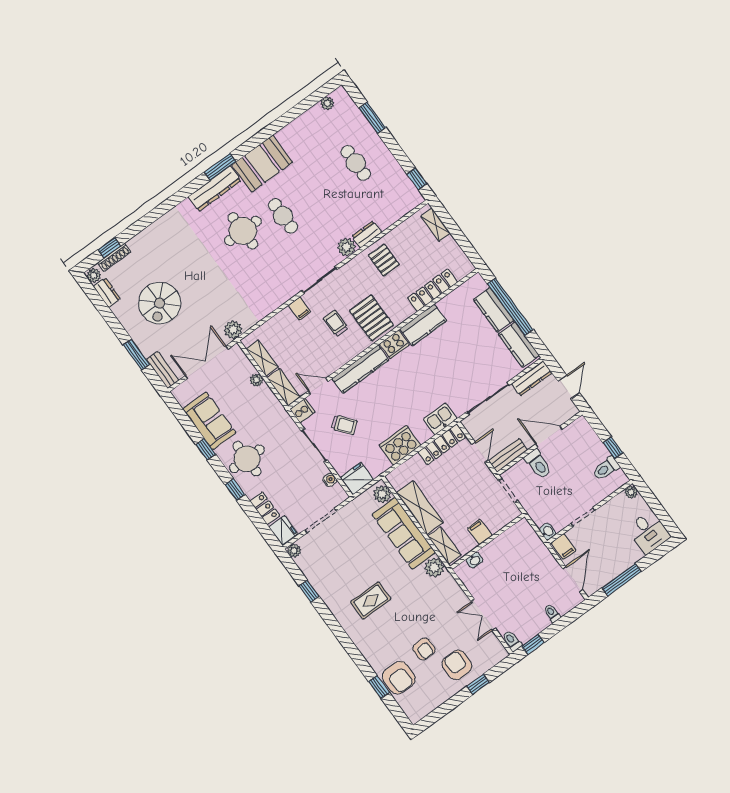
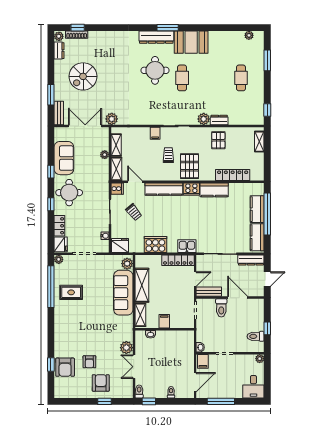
plant: (434, 567) -> (126, 348), moved
window: (309, 591) -> (51, 287), width x3.17
rug: (371, 600) -> (71, 292), moved

